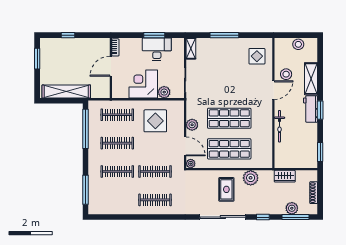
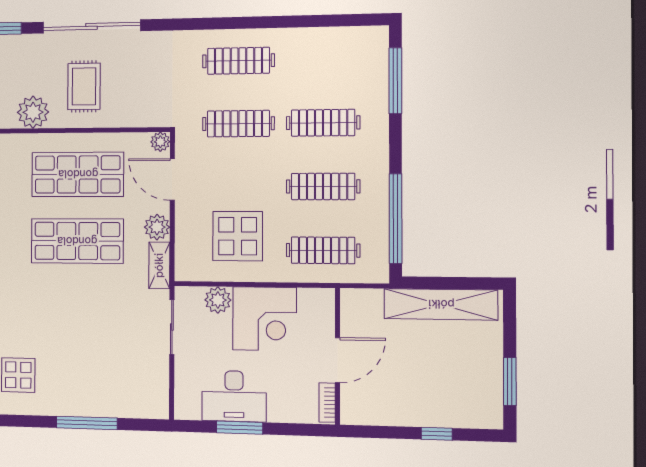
shelving: (191, 48) -> (159, 265), moved

